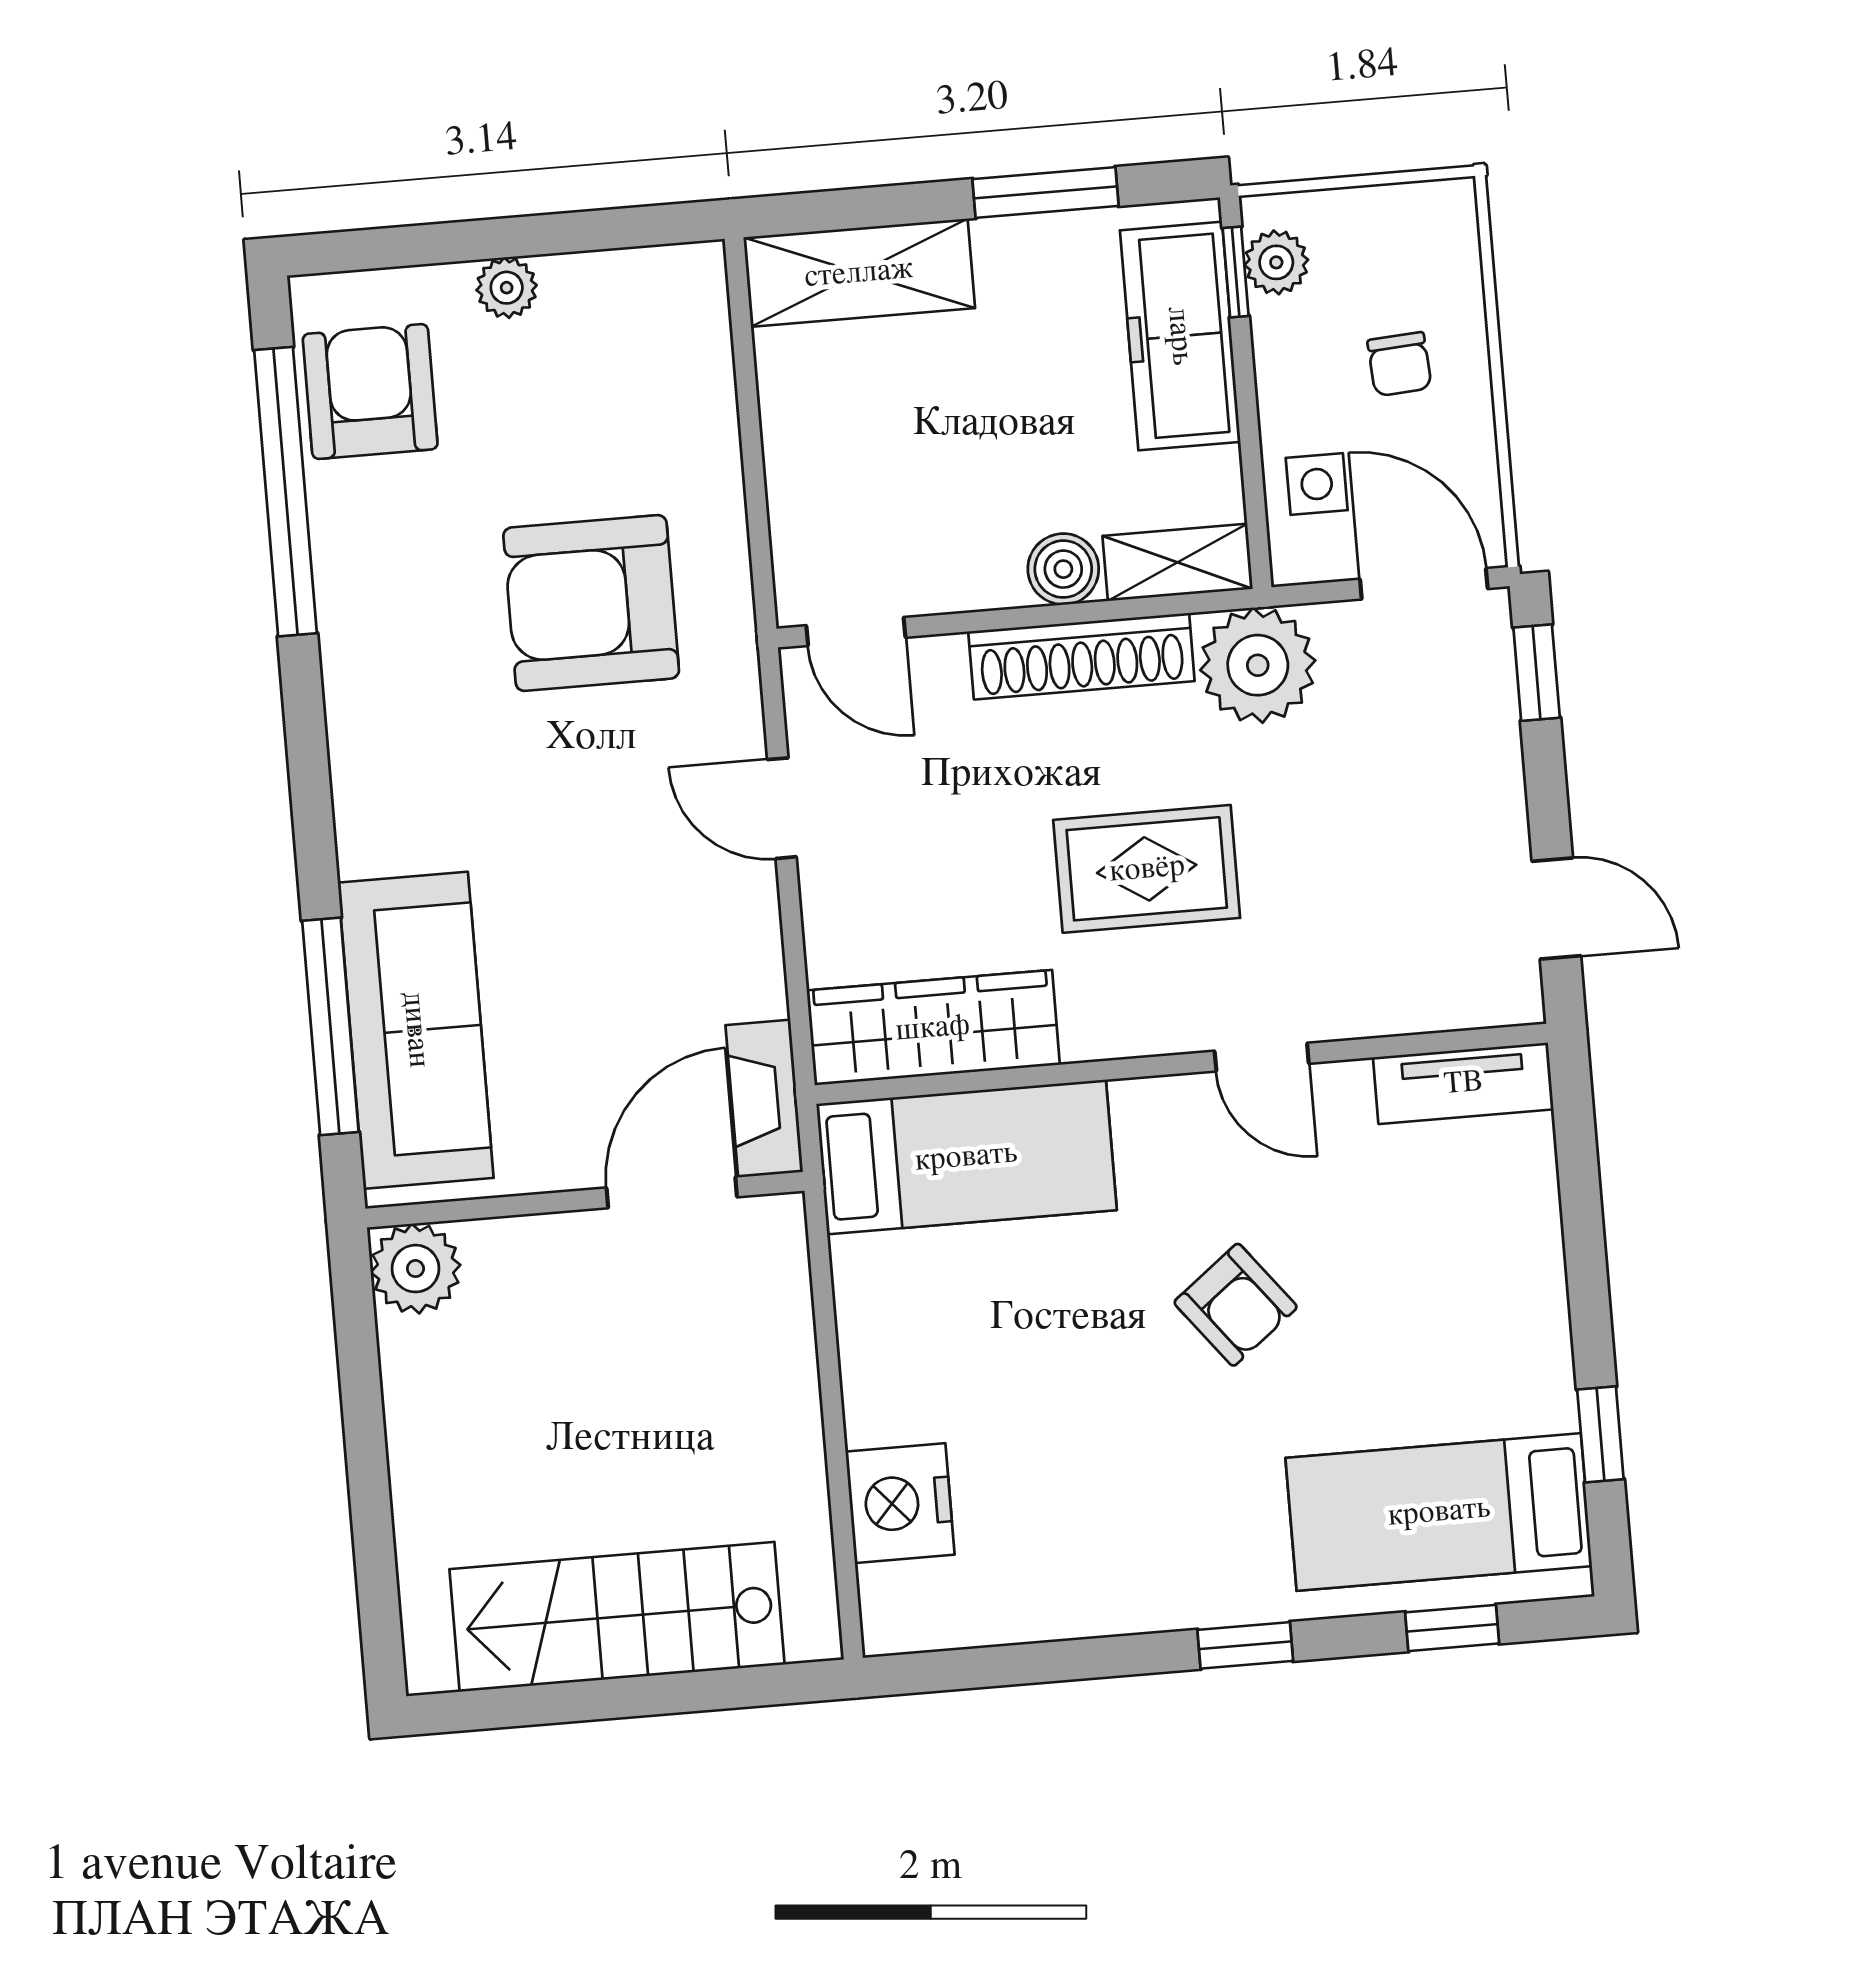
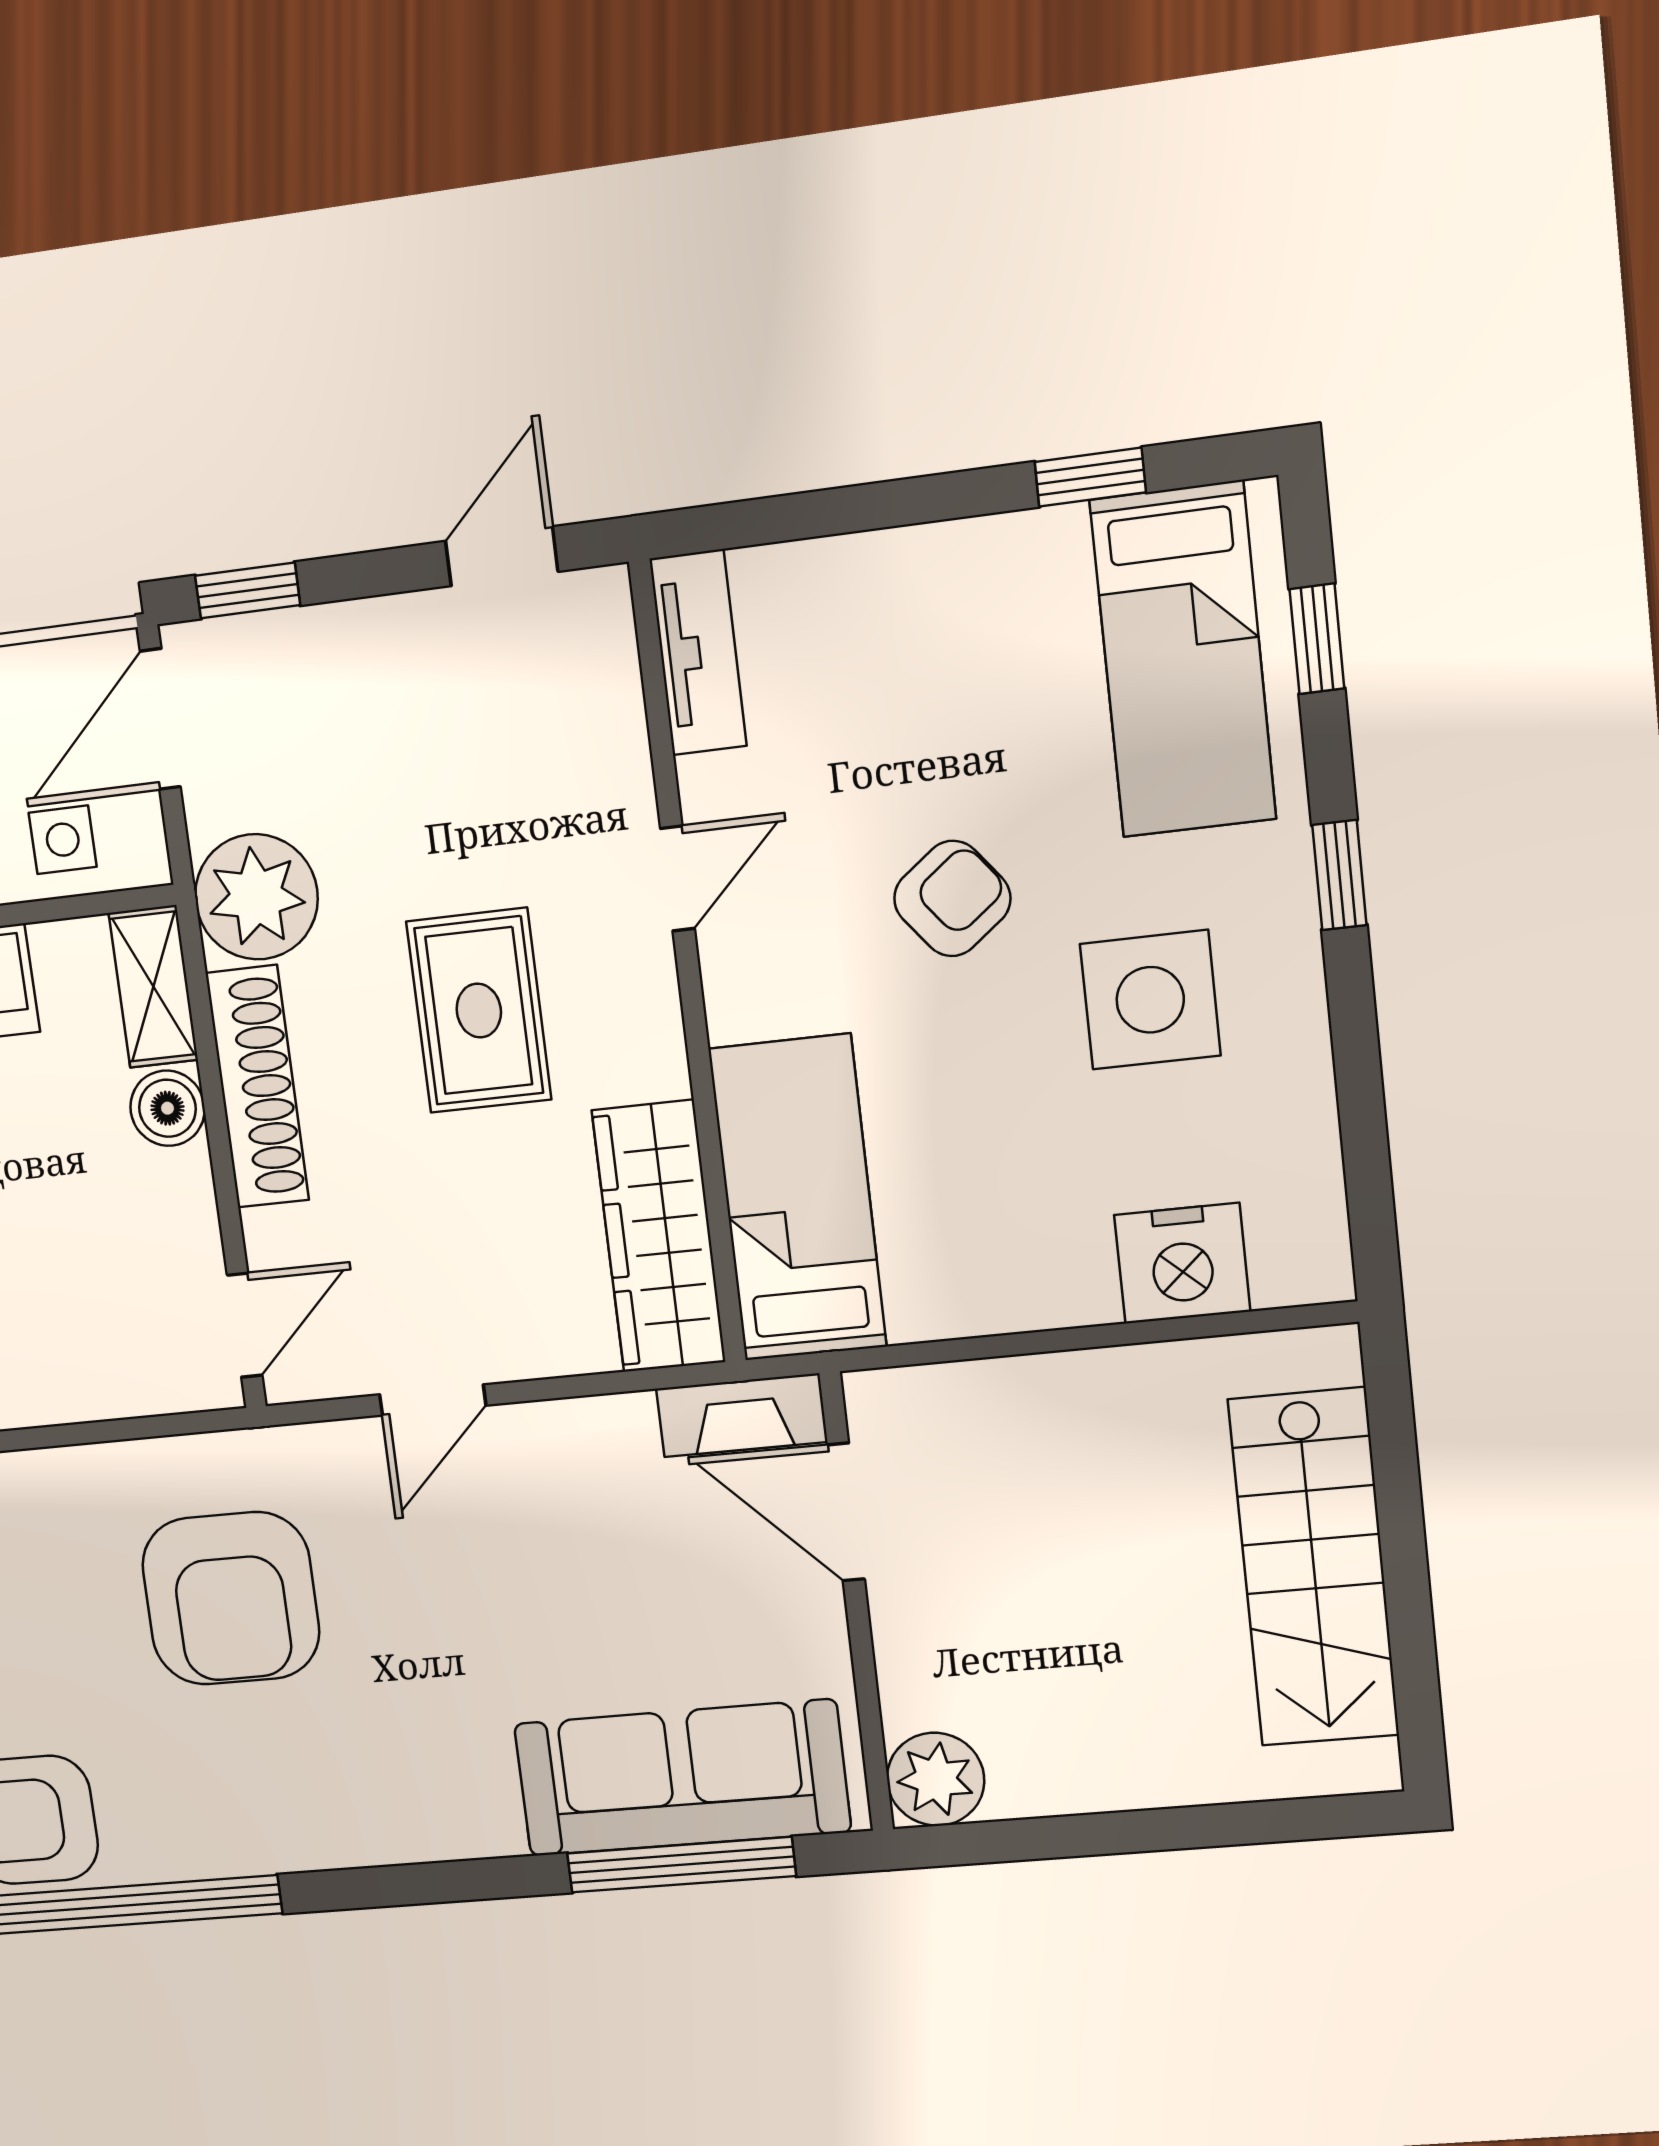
side table: (1139, 1479) -> (1150, 1000), added

